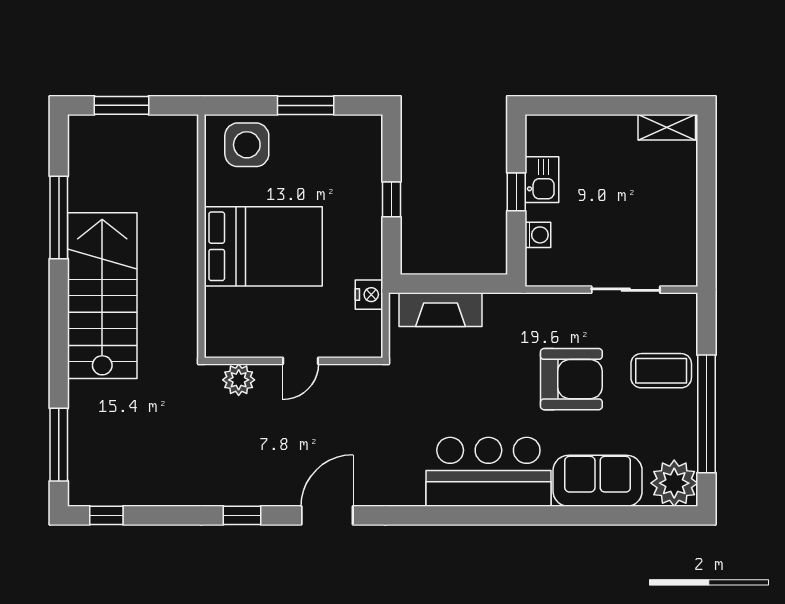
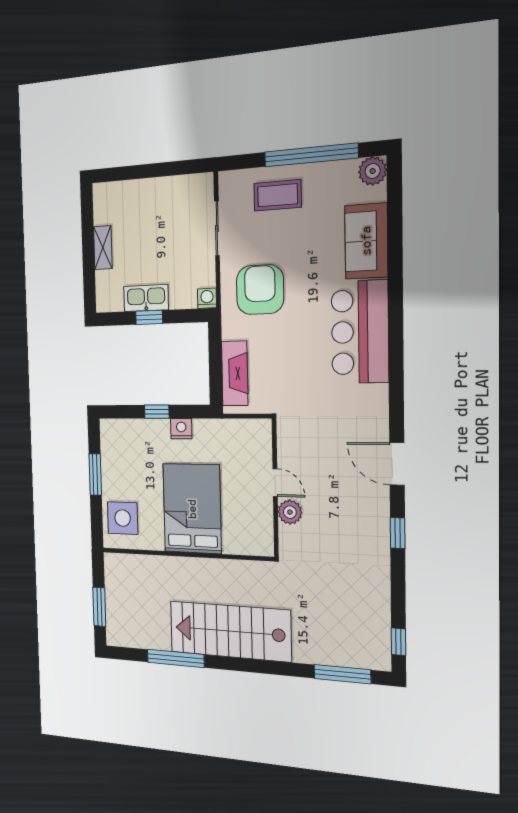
shelving: (667, 127) -> (103, 248), moved
kitchen sink: (542, 180) -> (146, 298), width x1.38
washing machine: (538, 235) -> (207, 298), moved
nightstand: (369, 295) -> (181, 429), moved
coffee table: (661, 371) -> (278, 195), turned 90
armchair: (571, 379) -> (260, 290), moved
plant: (239, 380) -> (290, 512), moved
plant: (674, 483) -> (373, 171), width x0.73, depth x0.73

